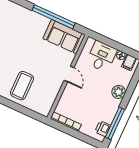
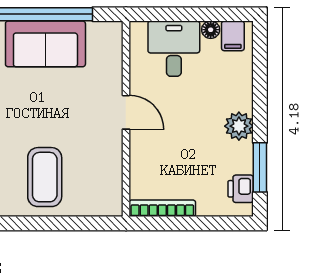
sofa: (64, 37) -> (45, 44), moved
plant: (119, 92) -> (239, 126), moved
window: (115, 123) -> (260, 167), width x0.69

